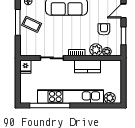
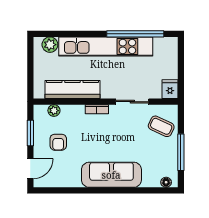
coffee table: (32, 24) -> (161, 126), moved
plant: (96, 50) -> (70, 113), removed
kitchen counter: (88, 66) -> (72, 89), width x1.50

